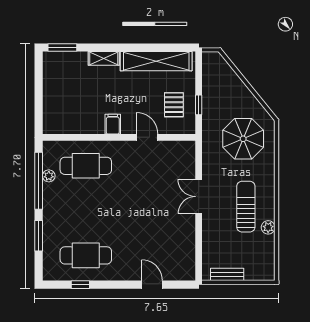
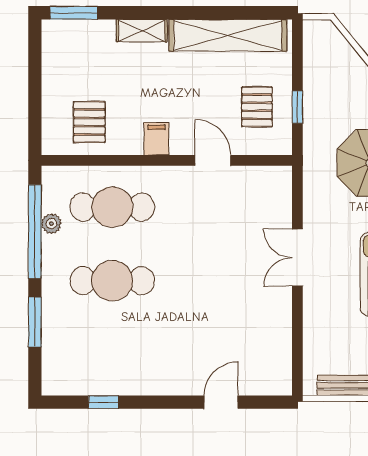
pallet: (72, 114) -> (89, 122), added
cafe table: (86, 255) -> (112, 281), moved
door: (152, 285) -> (221, 402), hinge flipped

